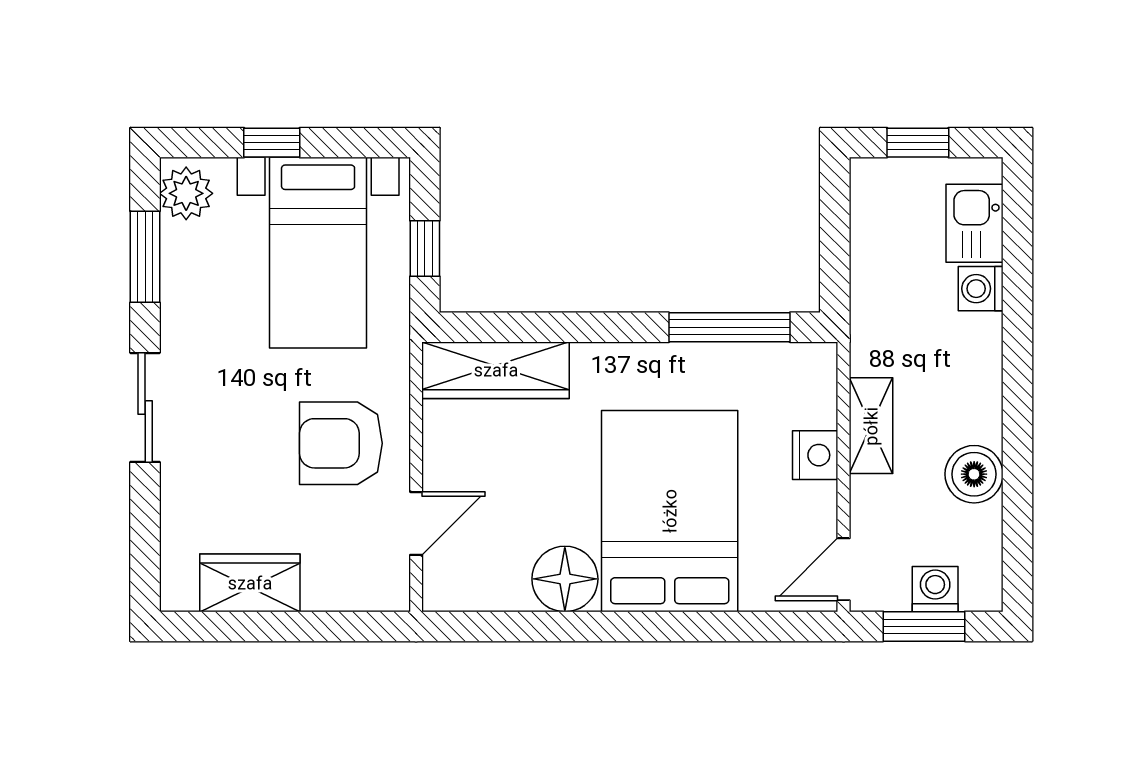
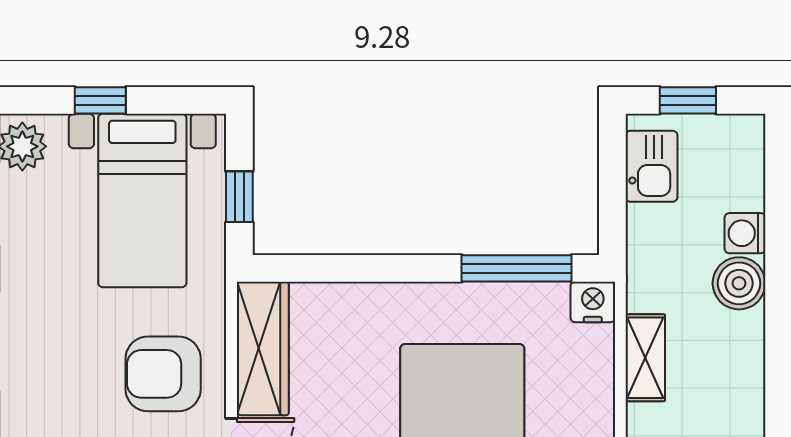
kitchen sink: (974, 223) -> (651, 166), moved, turned 180
wardrobe: (496, 370) -> (263, 348), moved, turned -90
nightstand: (815, 455) -> (593, 302), moved, turned -90
boiler: (974, 474) -> (739, 283), moved

